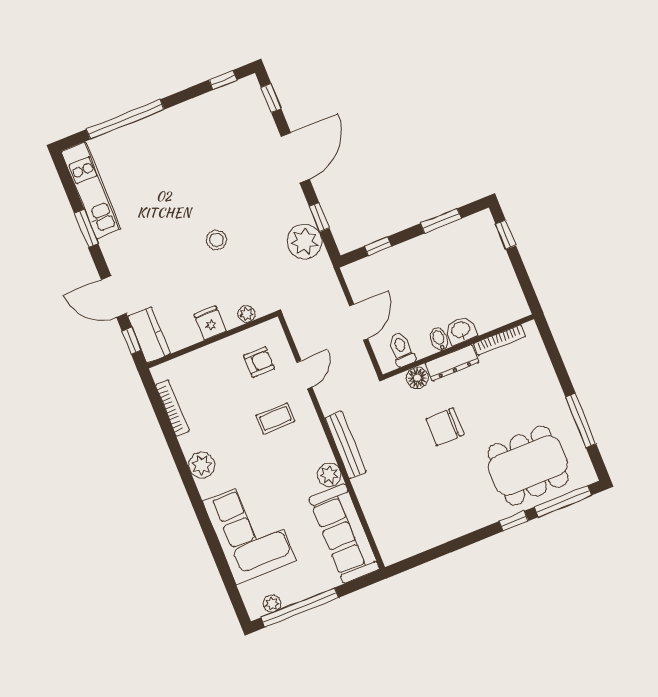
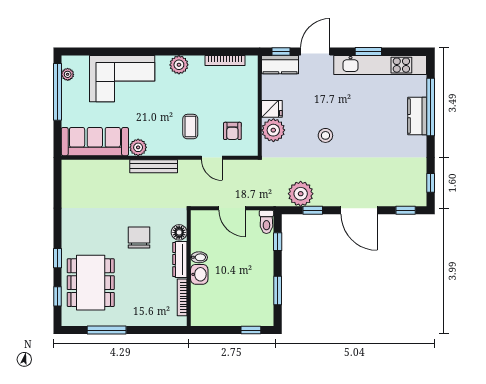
kitchen counter: (144, 132) -> (417, 116), added
kitchen unit: (91, 190) -> (380, 65), width x1.36
plant: (247, 314) -> (273, 130), width x1.87, depth x1.87
toilet: (402, 349) -> (266, 222), moved, turned 90
window: (563, 501) -> (57, 296), width x0.46

